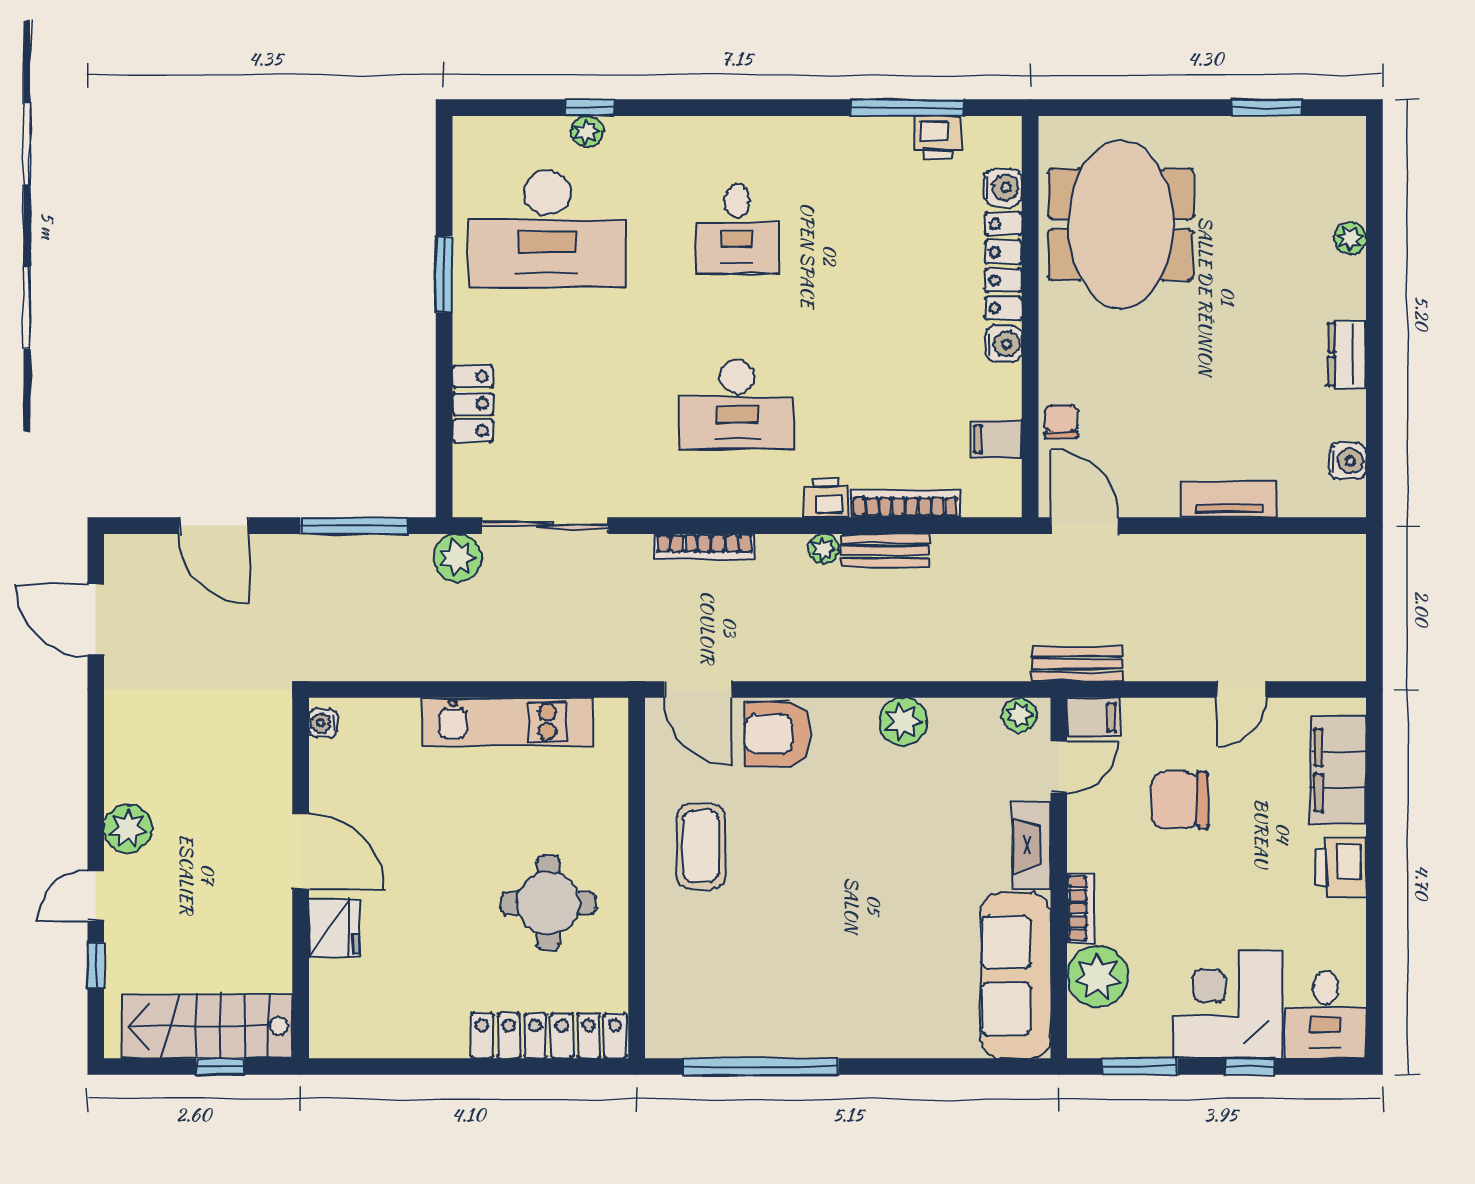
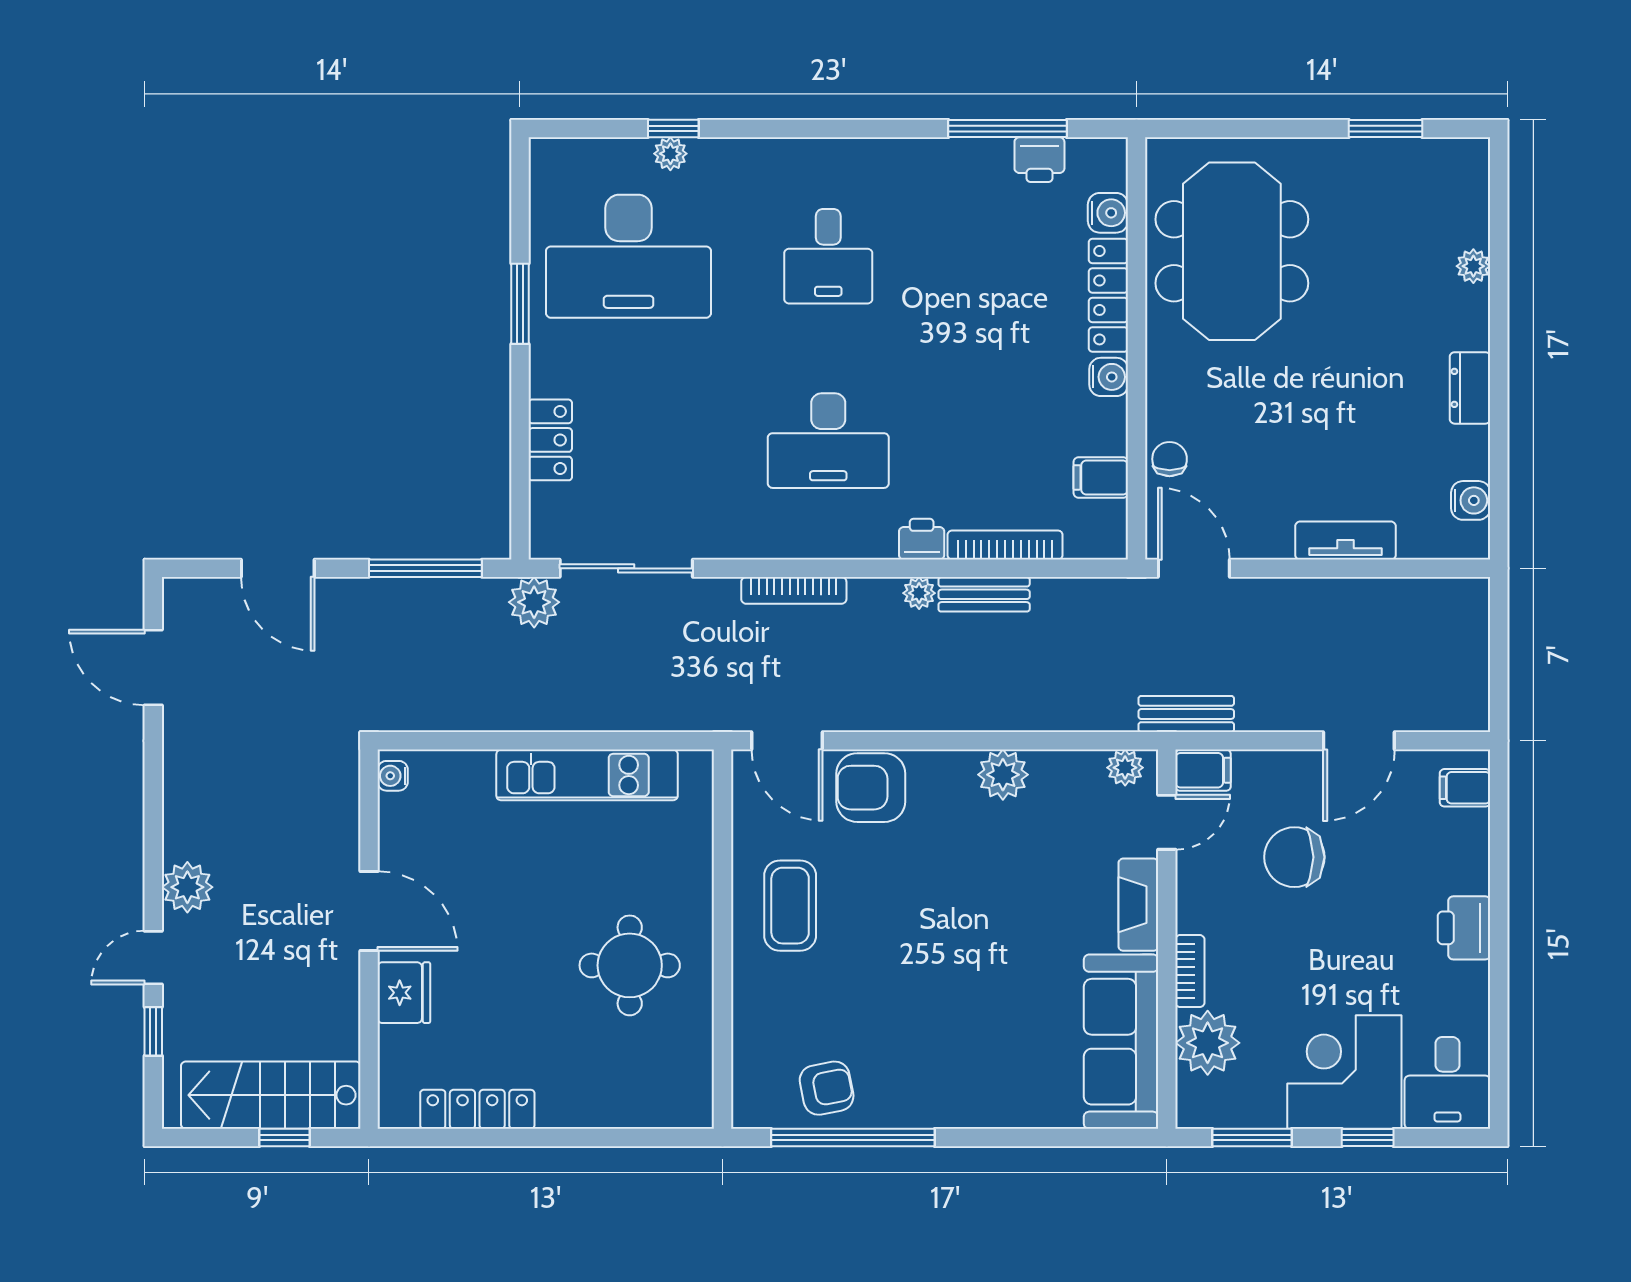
door: (1241, 690) -> (1359, 741), width x1.38
filing cabinet: (1338, 770) -> (1465, 788), width x0.33, depth x0.86
armchair: (735, 1020) -> (827, 1088), added
locker: (549, 1036) -> (477, 1109), moved, width x0.71, depth x0.83

